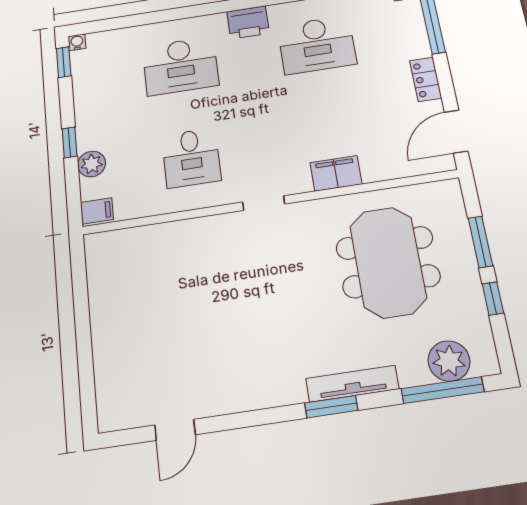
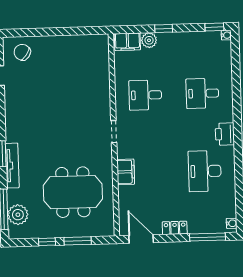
desk: (180, 66) -> (202, 93), width x0.73
filing cabinet: (97, 211) -> (127, 42), width x2.00
chair: (126, 391) -> (22, 52), added

